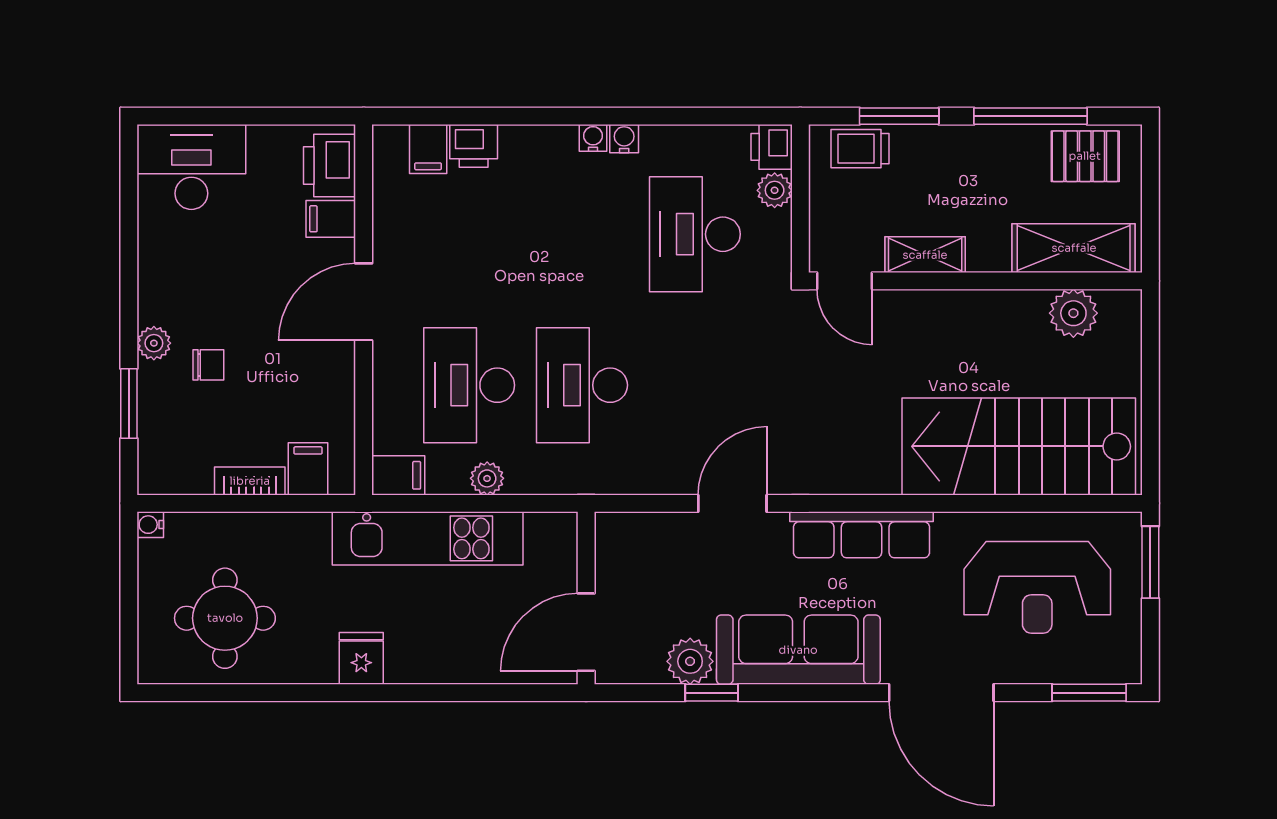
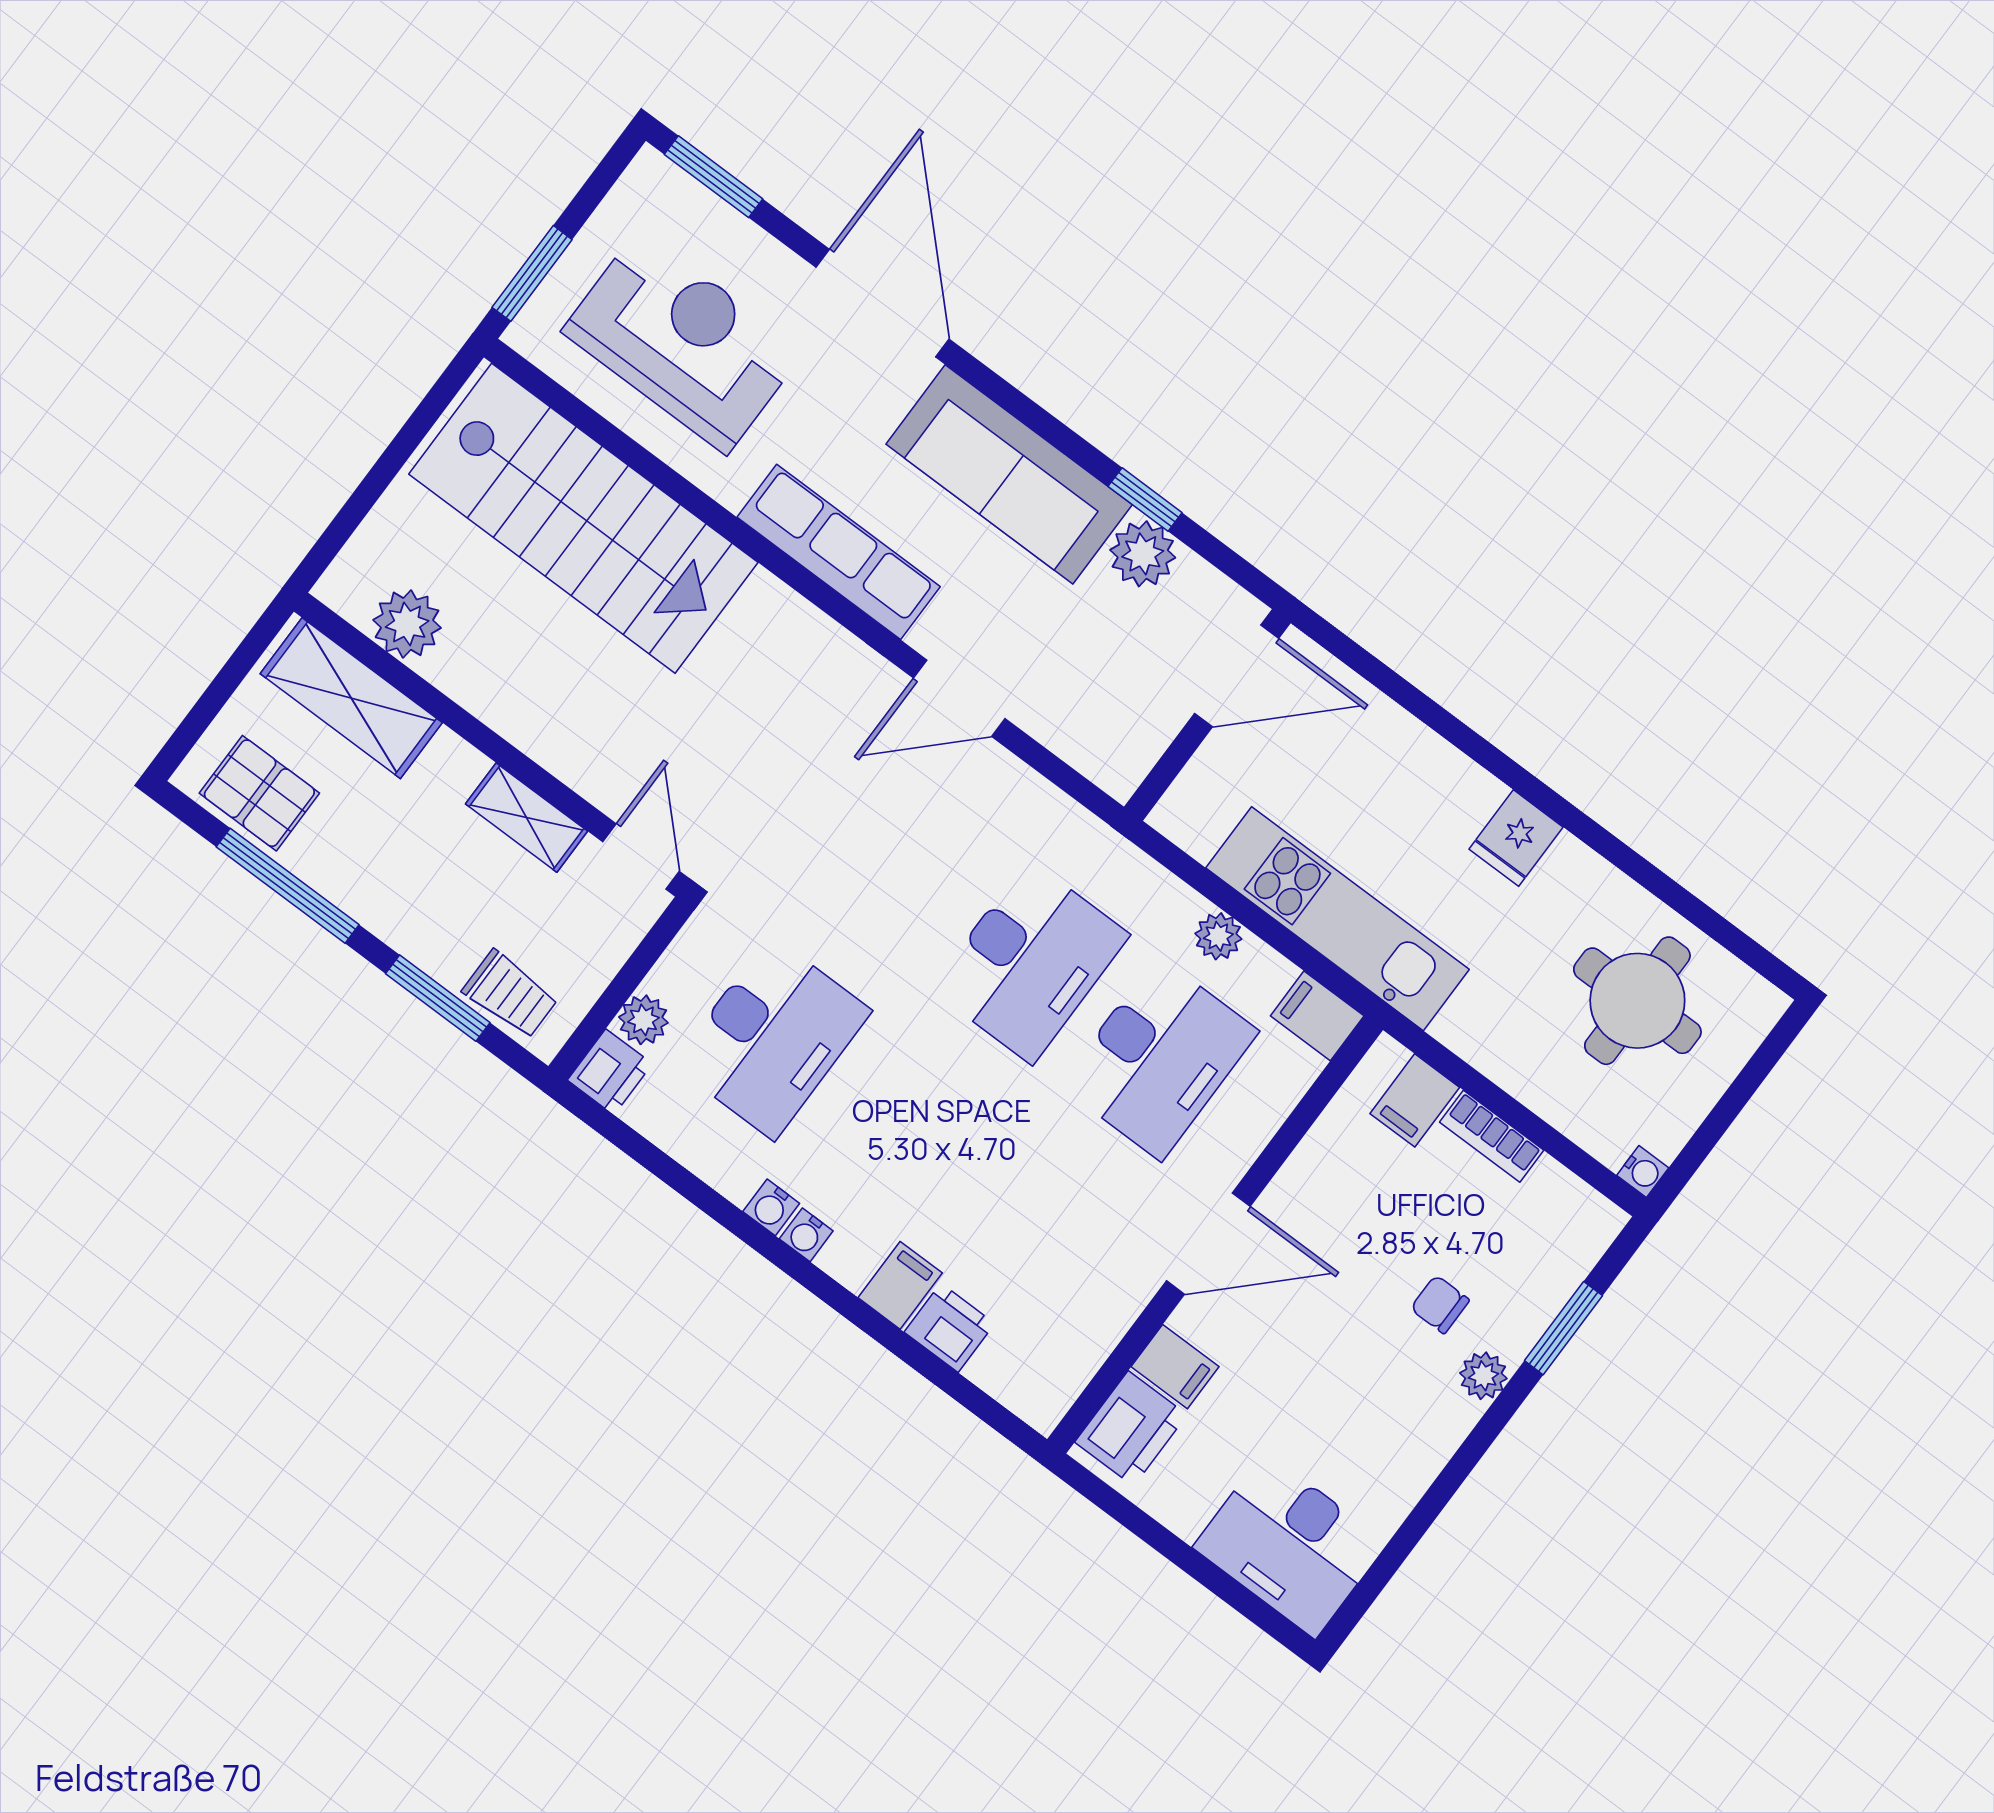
filing cabinet: (428, 149) -> (900, 1285), moved

